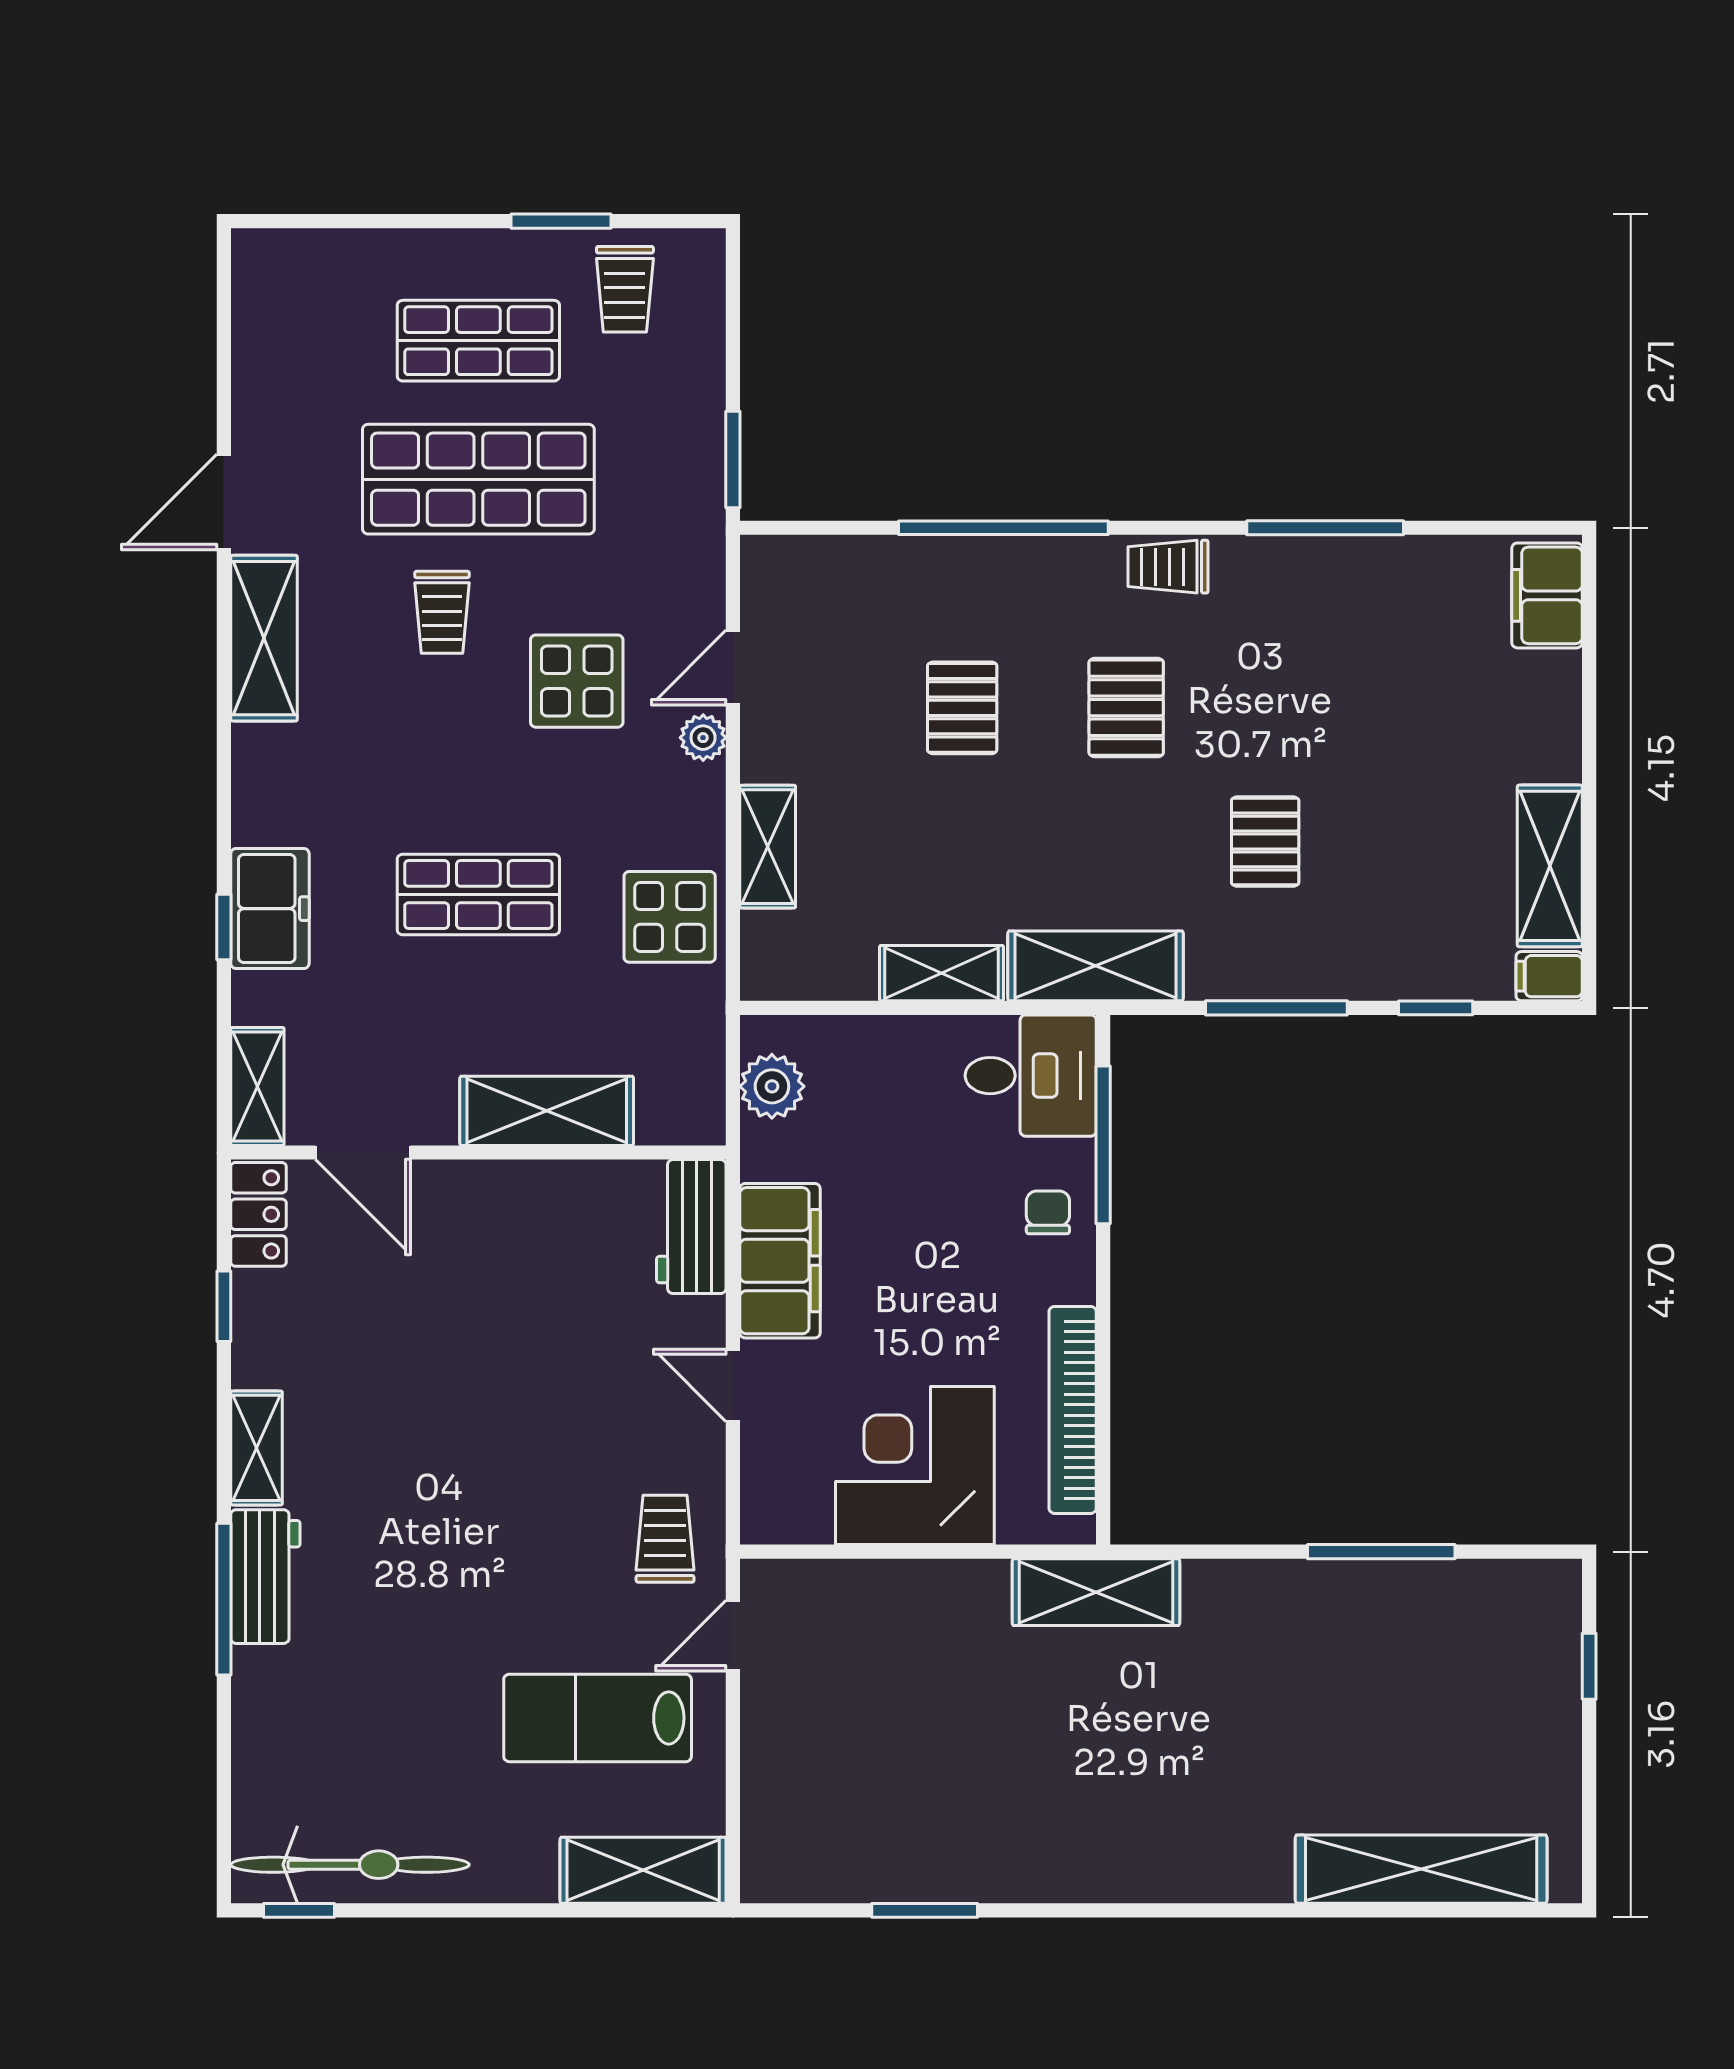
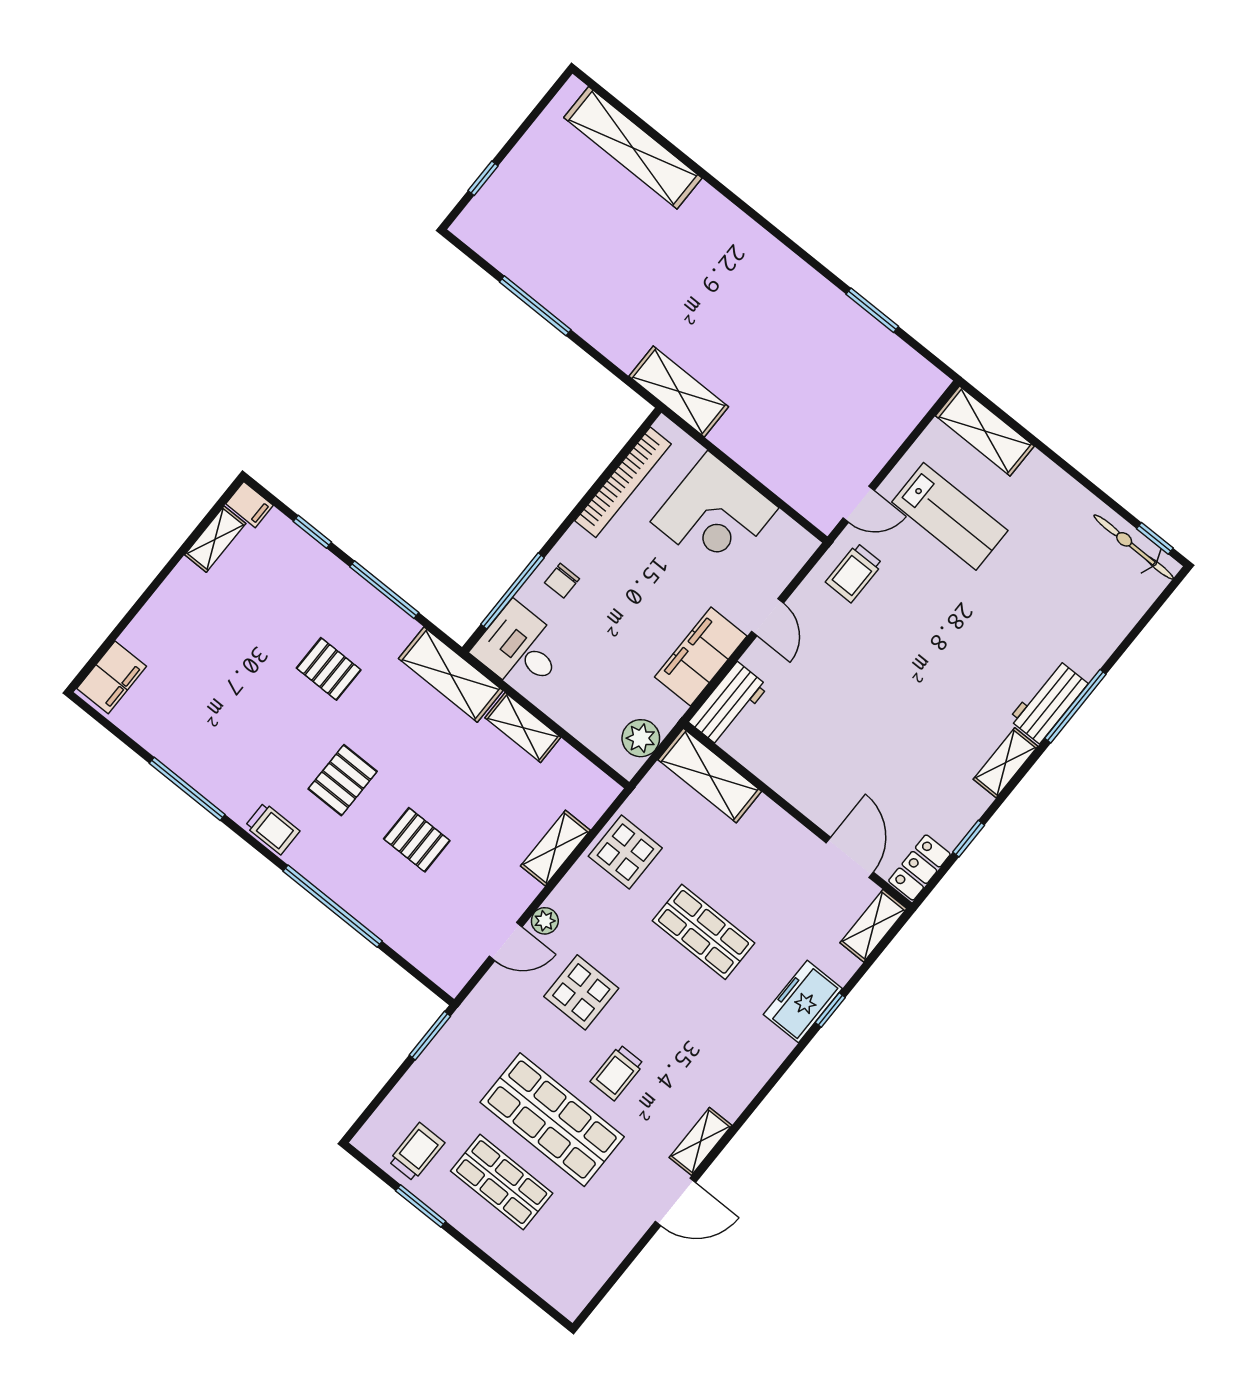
trolley: (442, 612) -> (617, 1073), turned 180
shelving: (264, 638) -> (701, 1141), width x0.67, depth x0.75
pallet: (962, 708) -> (417, 840), turned 90
pallet: (1265, 842) -> (329, 669), turned 90
shelving: (1550, 866) -> (215, 539), width x0.67, depth x0.75
shelving: (547, 1111) -> (710, 775), moved
bicycle: (350, 1865) -> (1134, 547), width x0.73, depth x0.71

